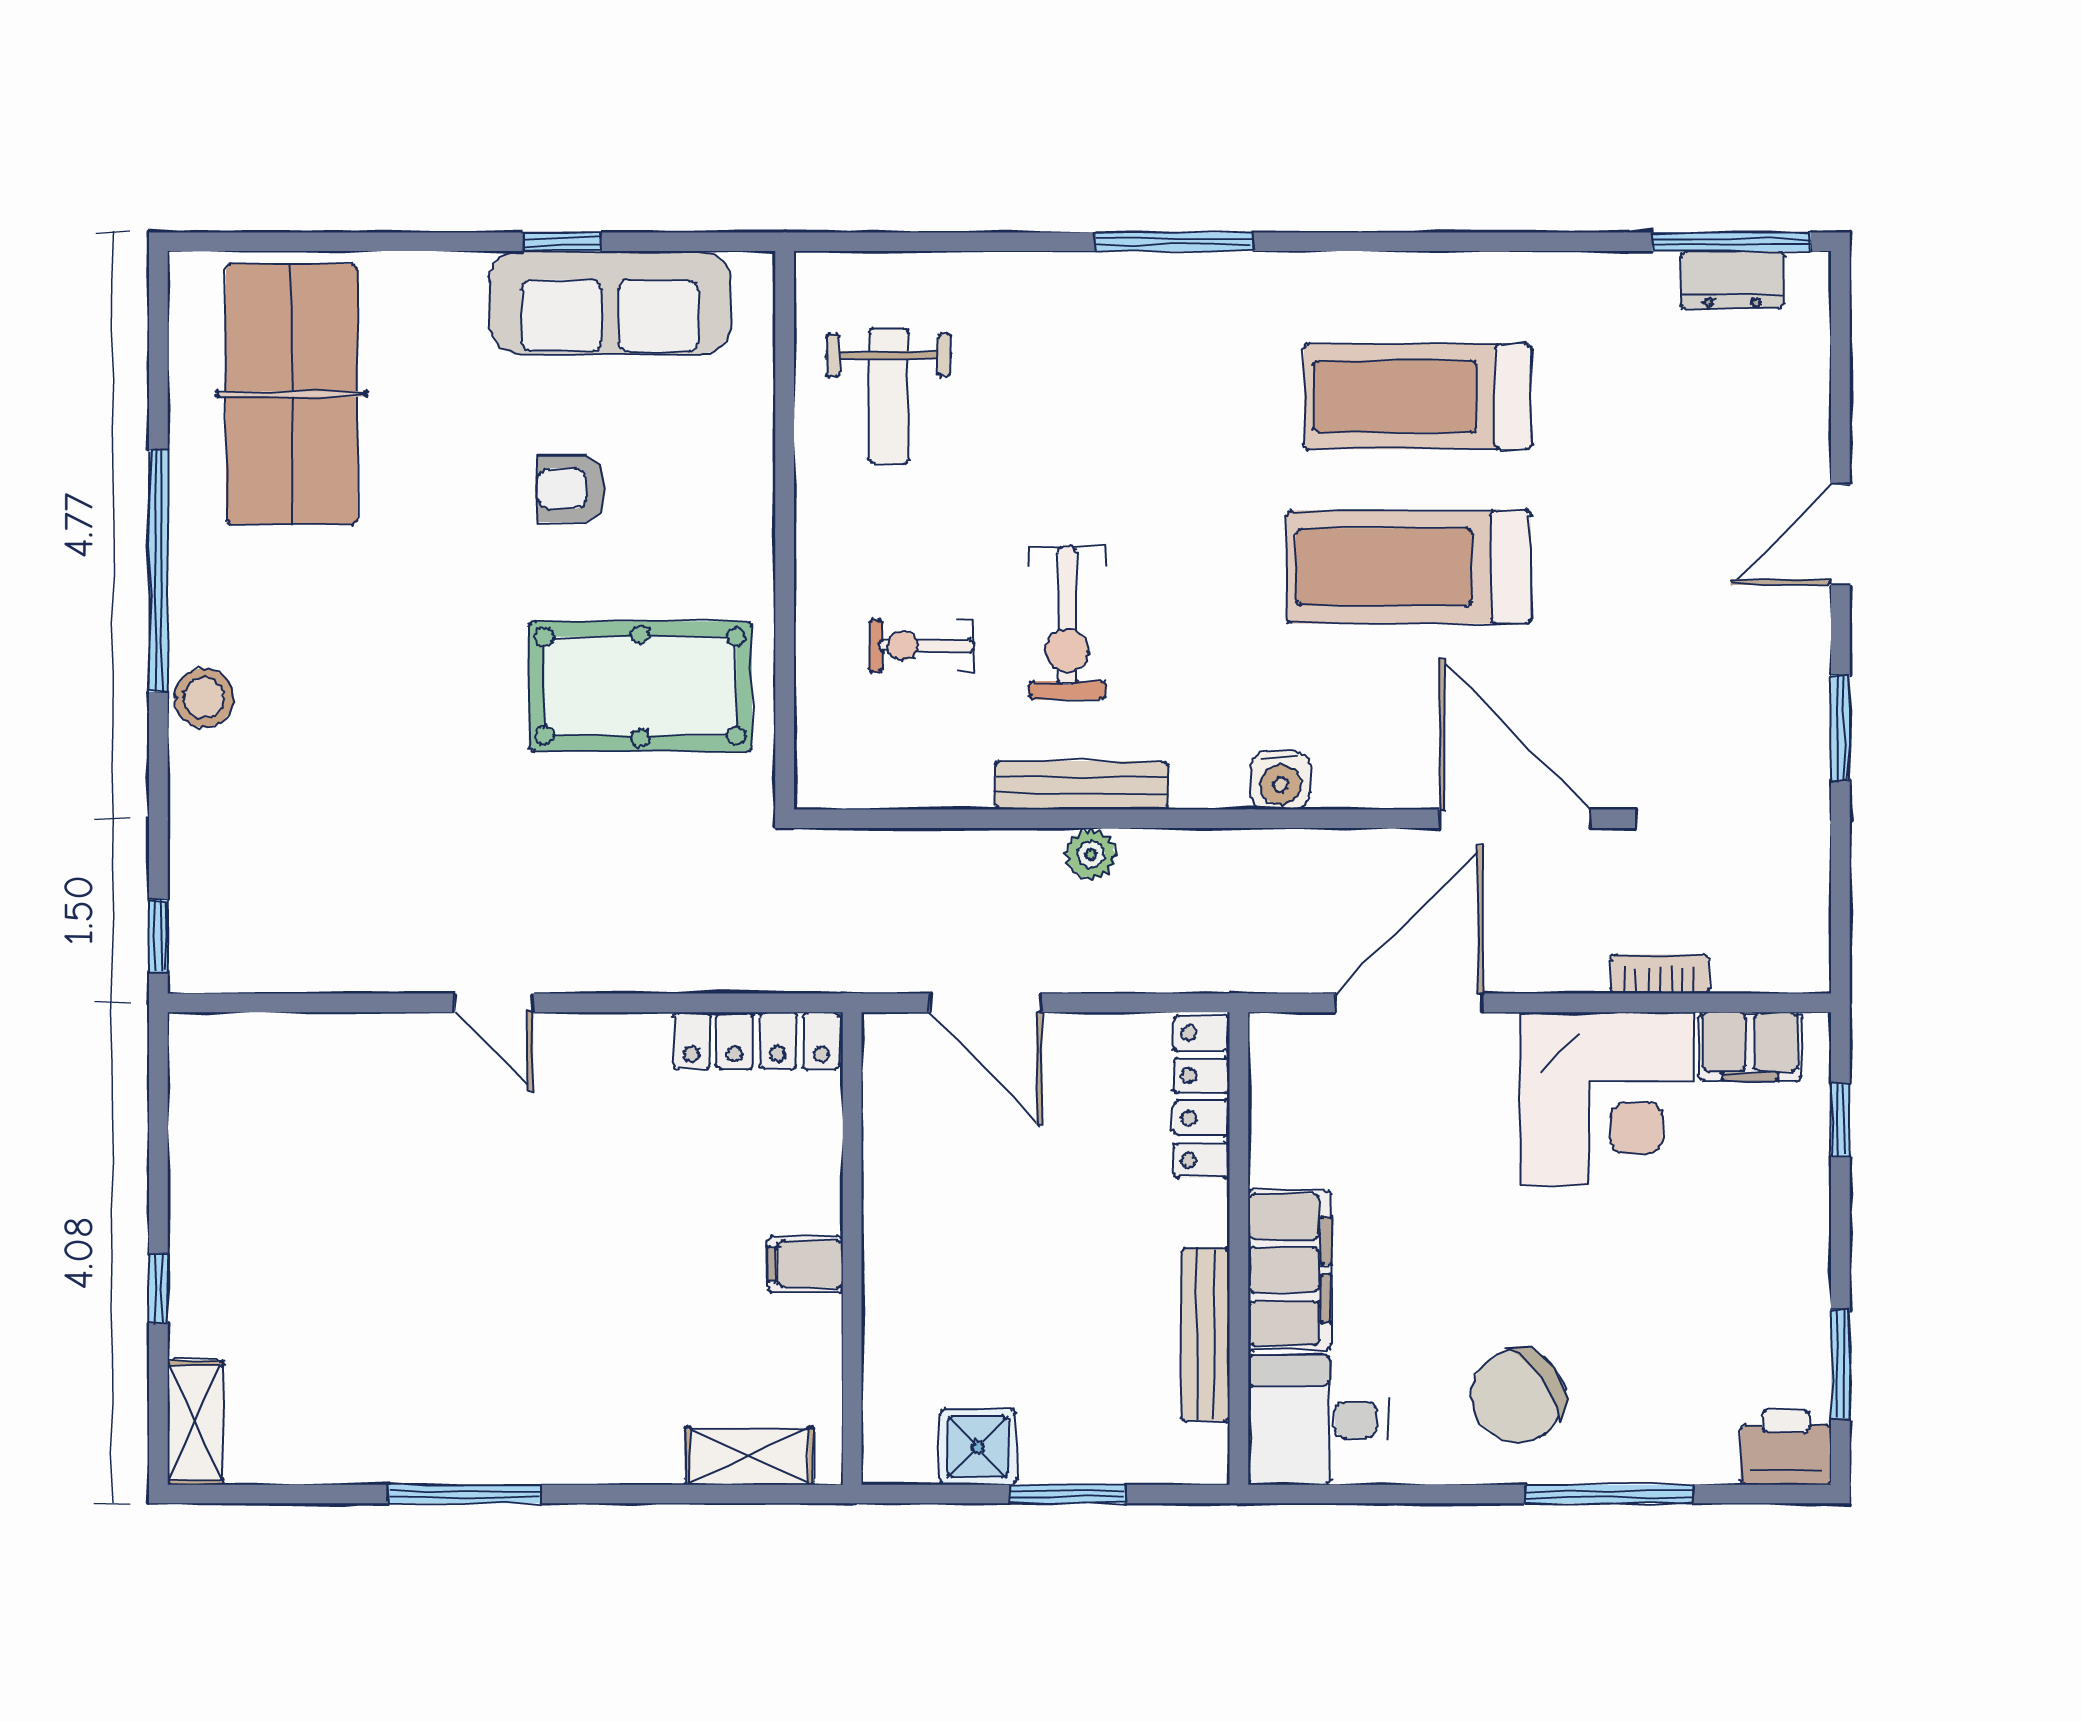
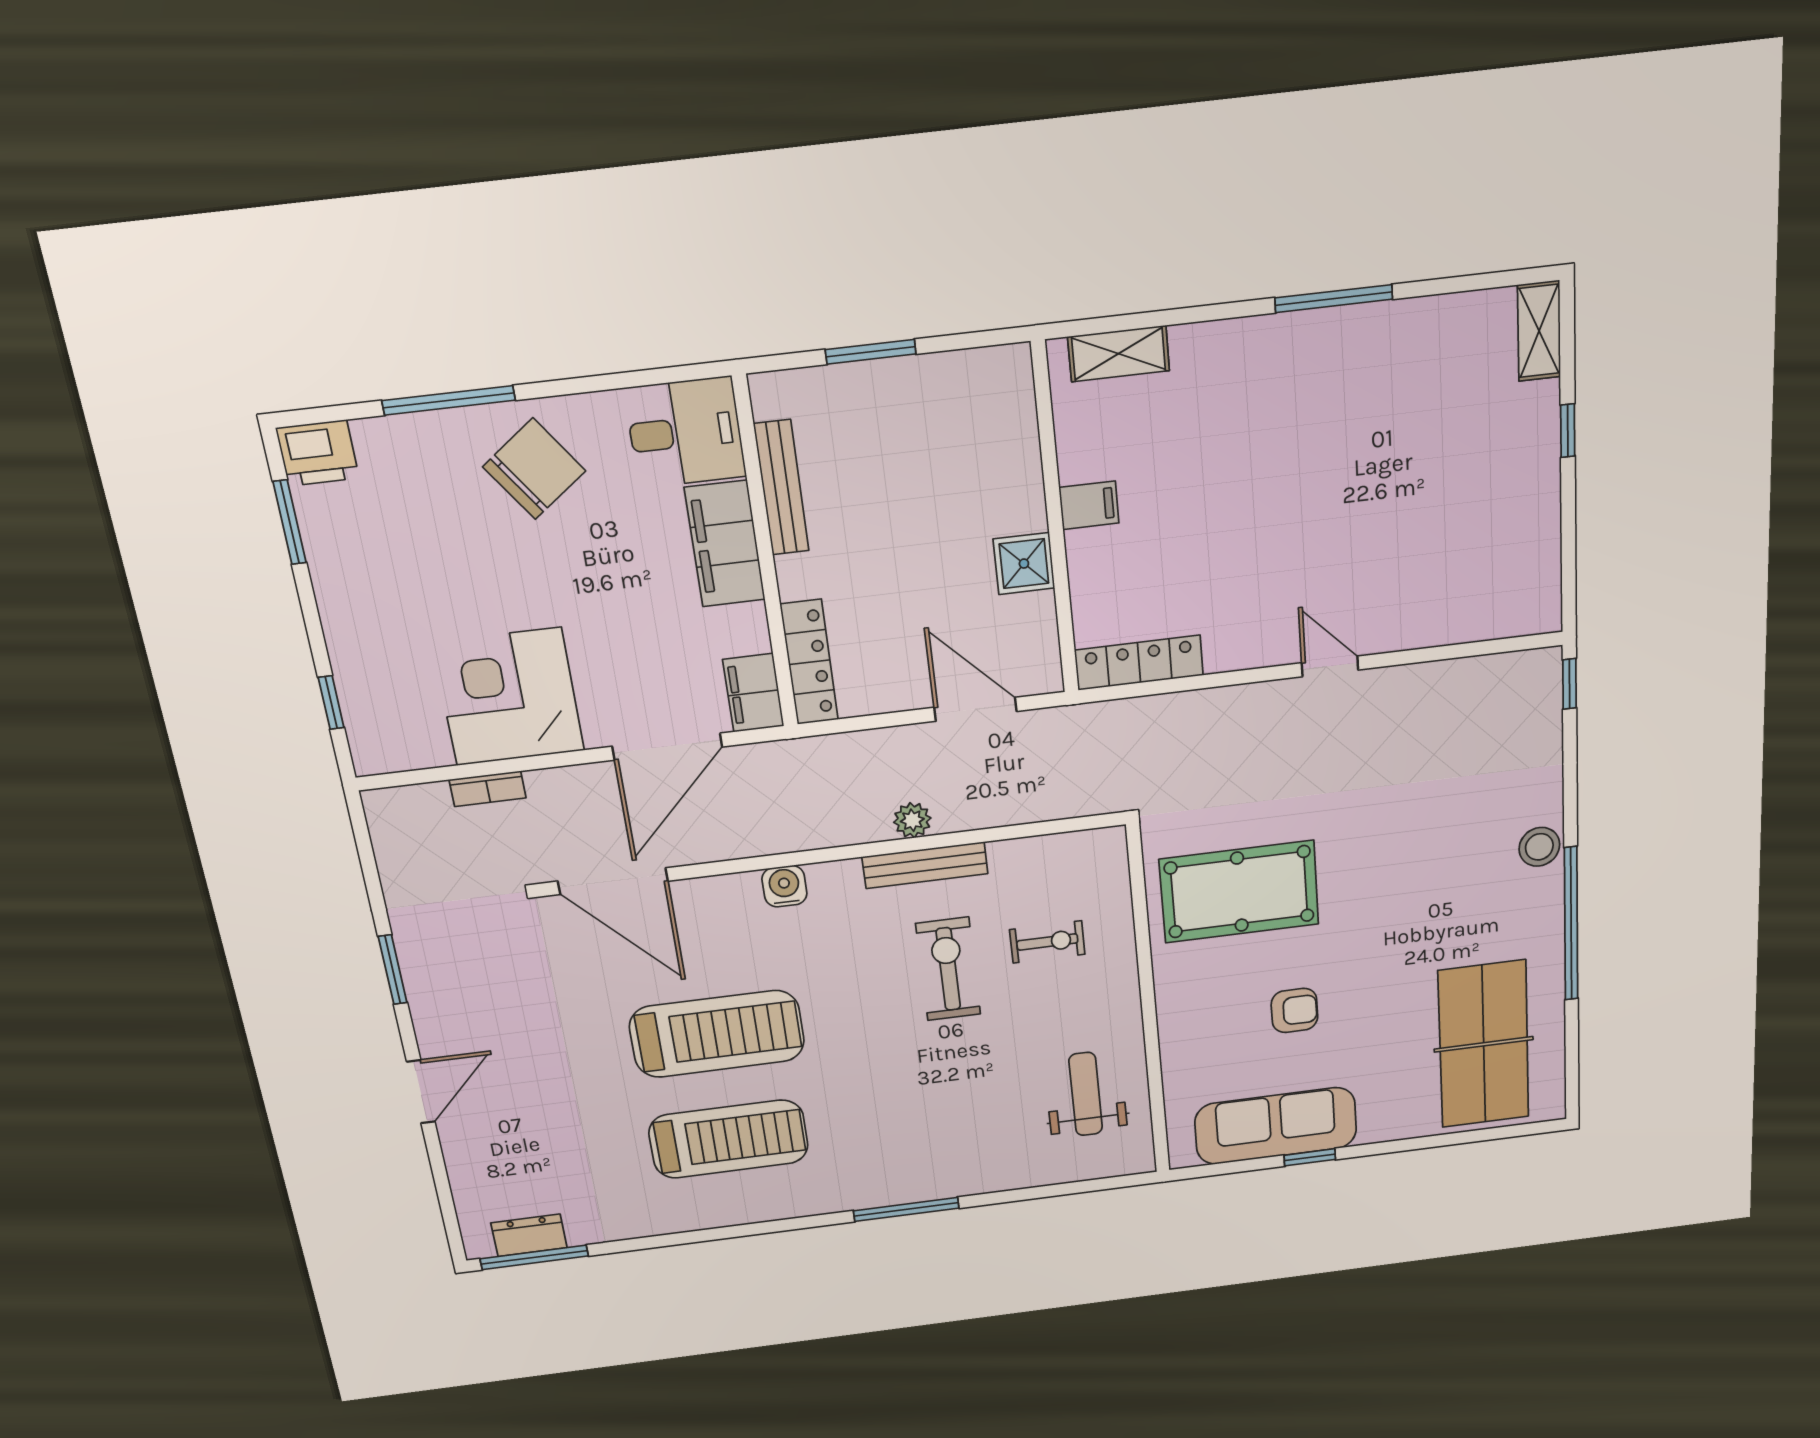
filing cabinet: (1750, 1046) -> (753, 693), moved, turned -90
shower: (978, 1447) -> (1024, 564), moved

